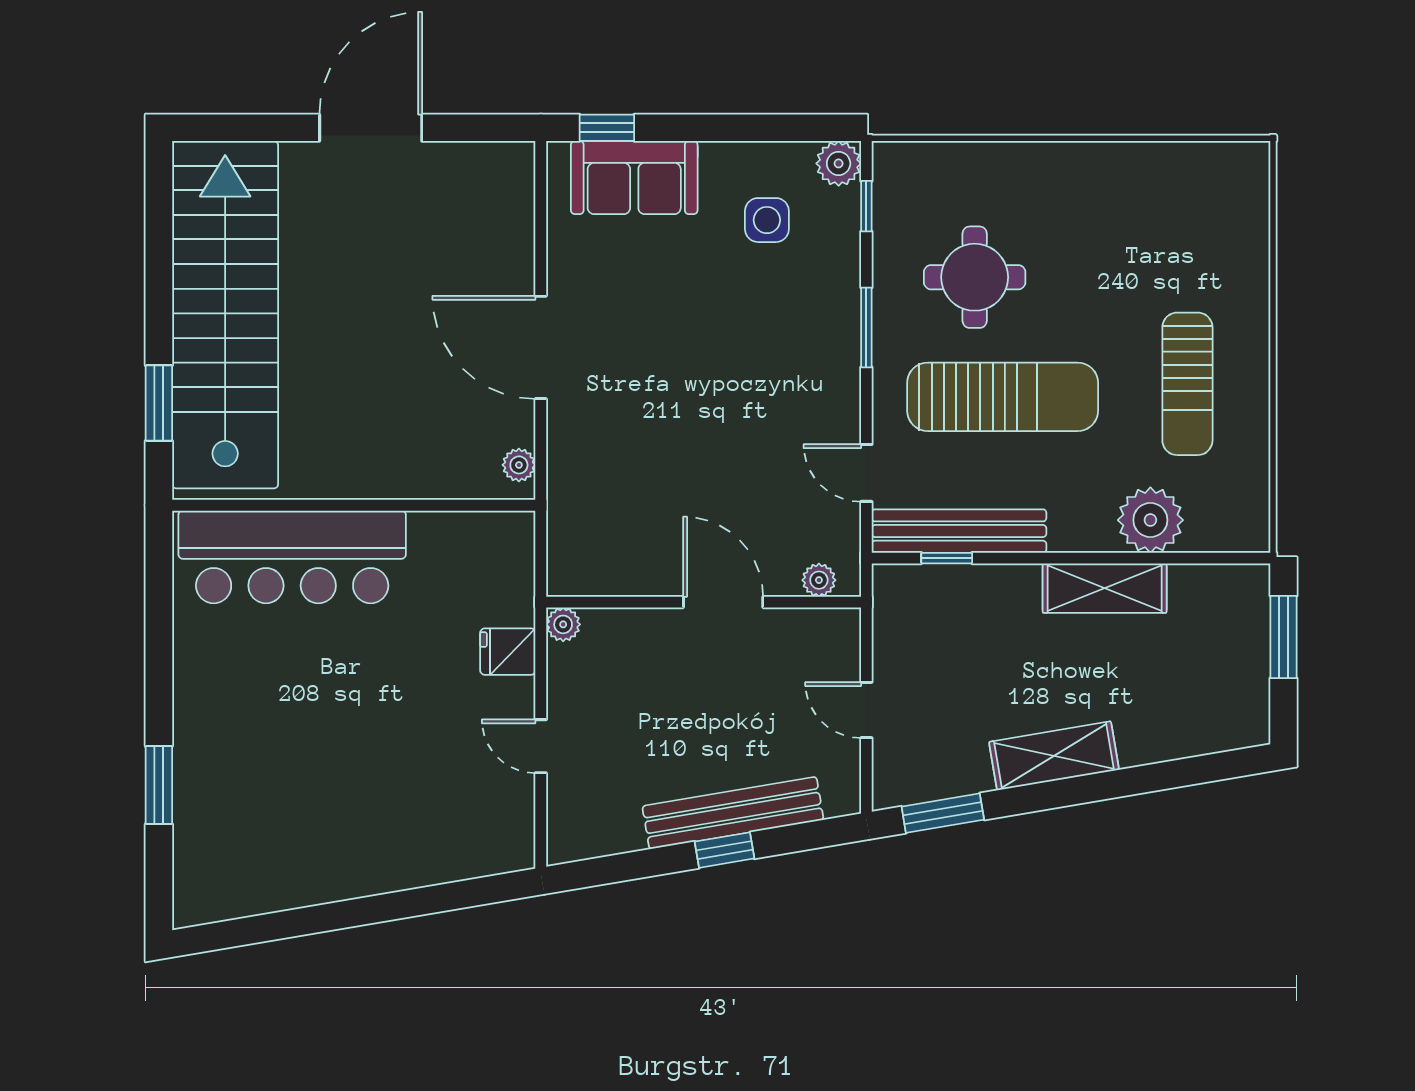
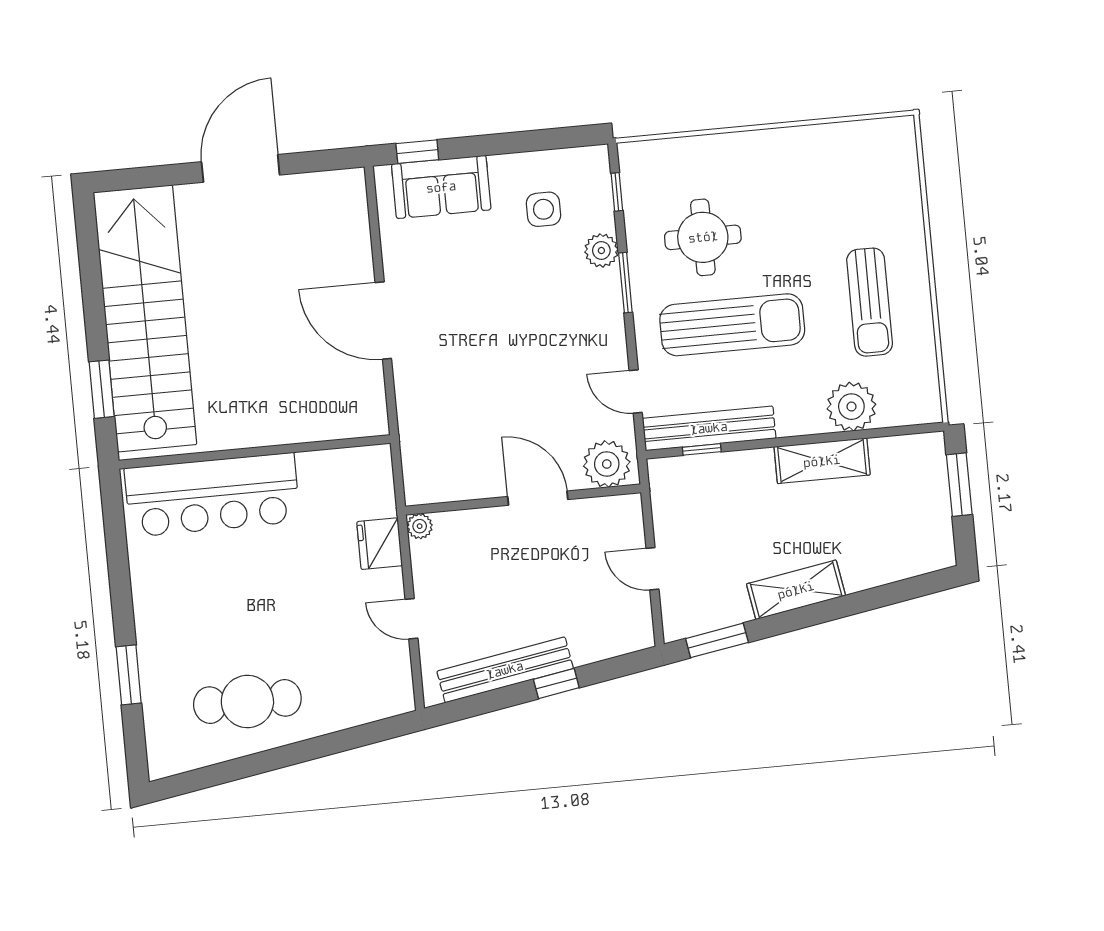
plant: (839, 163) -> (601, 251), moved
plant: (519, 465) -> (375, 410), removed
plant: (819, 580) -> (607, 464), width x1.88, depth x1.88
fridge: (508, 652) -> (380, 544), width x1.38
bench: (733, 813) -> (505, 670), moved
cafe table: (313, 835) -> (247, 702), added

